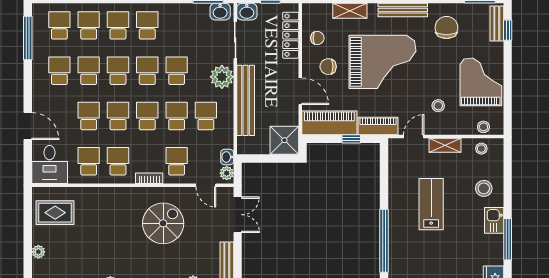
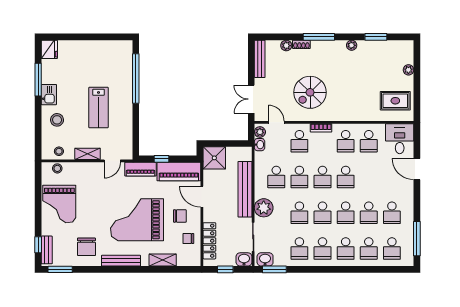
stool: (438, 106) -> (93, 185), removed
school desk: (89, 116) -> (299, 248), moved

